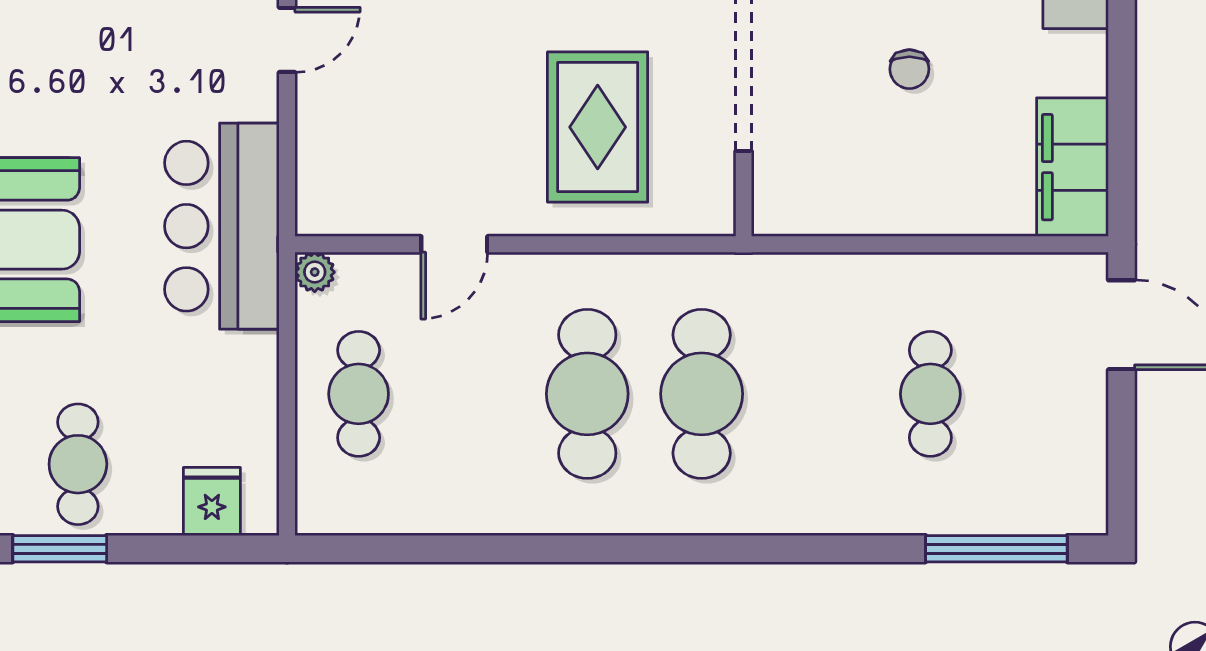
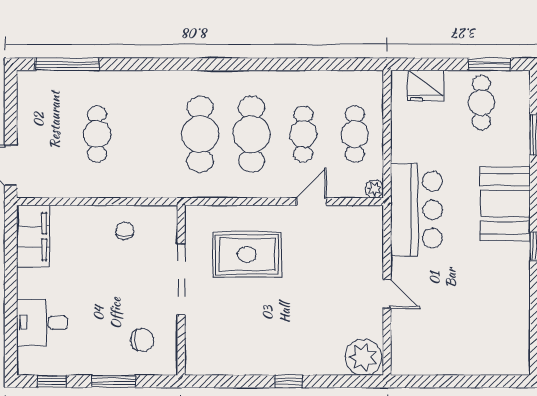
door: (287, 40) -> (387, 294), swing flipped
chair: (909, 69) -> (125, 231), moved
rug: (598, 127) -> (247, 254), turned 90
cafe table: (473, 394) -> (303, 134), added
fridge: (212, 502) -> (426, 86), width x1.38

